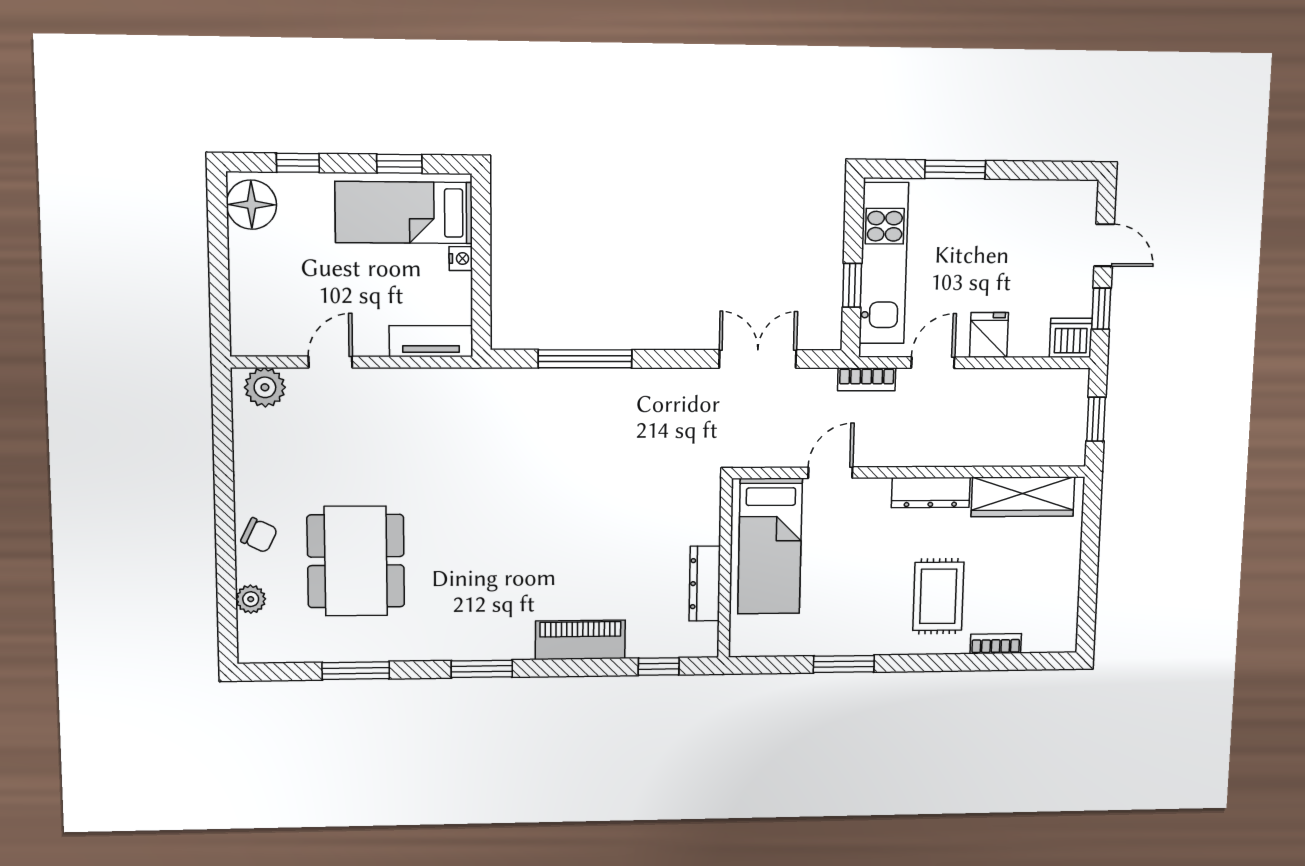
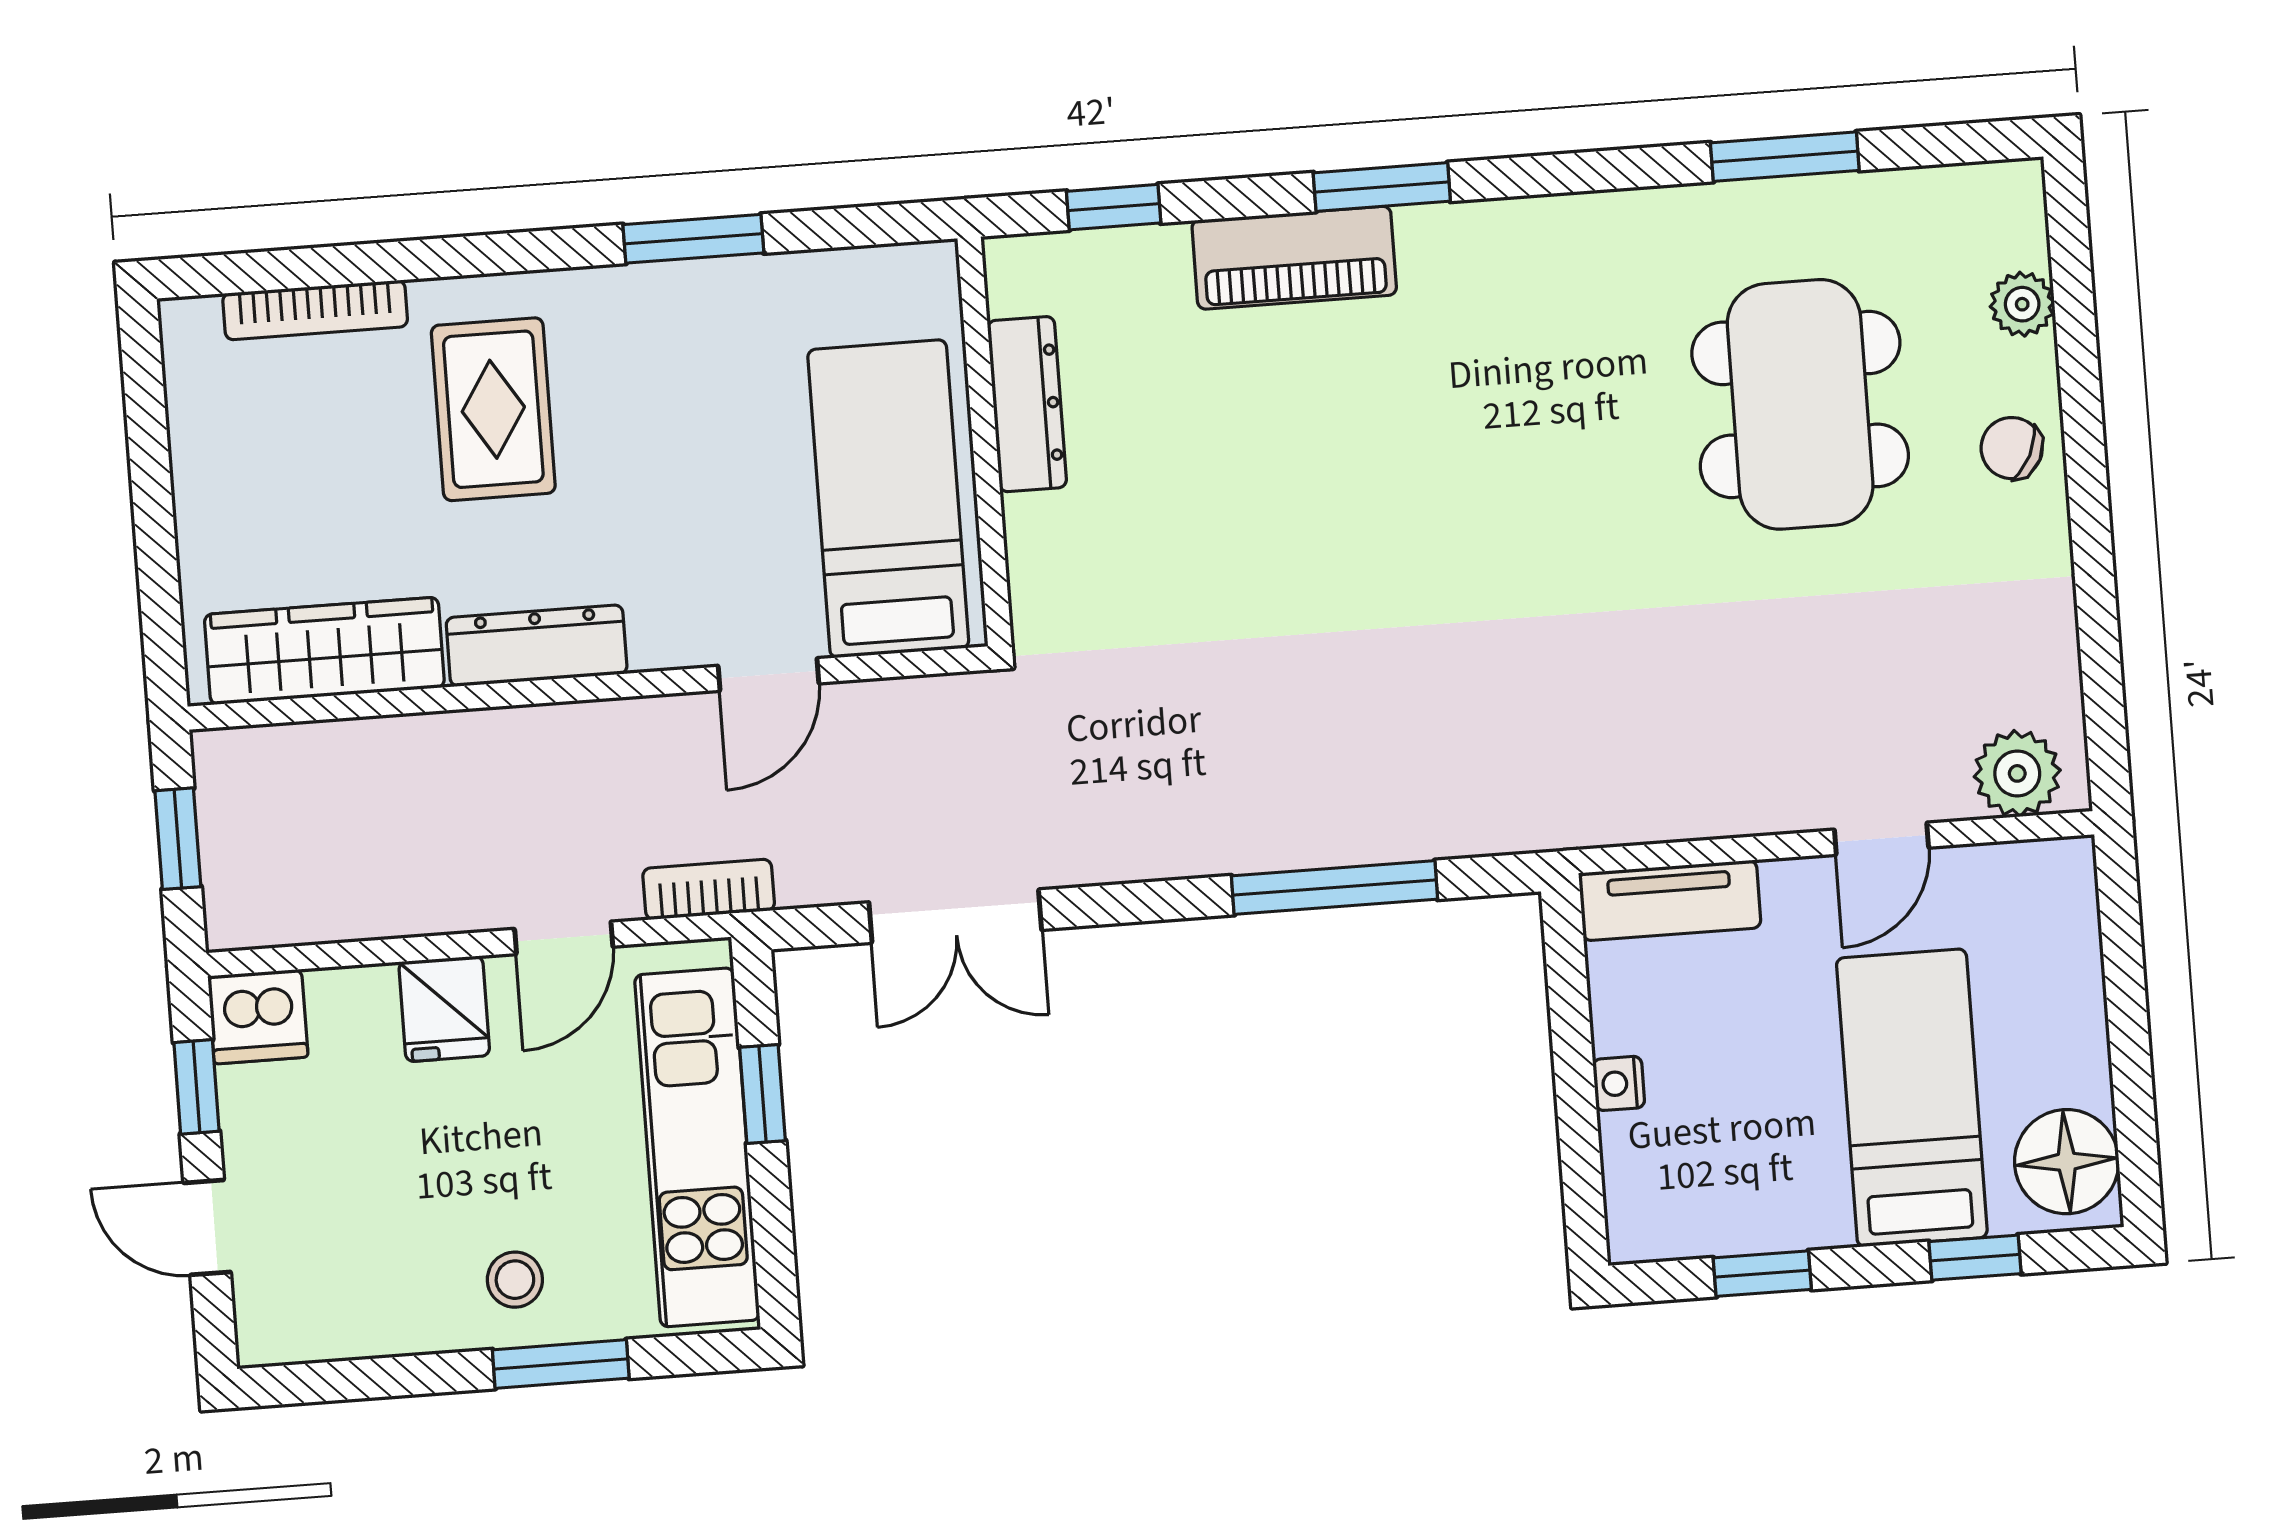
stool: (971, 210) -> (515, 1280), added
bed: (404, 213) -> (1912, 1098), moved, turned -90
bookcase: (996, 644) -> (315, 310), width x1.56
window: (482, 669) -> (1382, 187), moved

